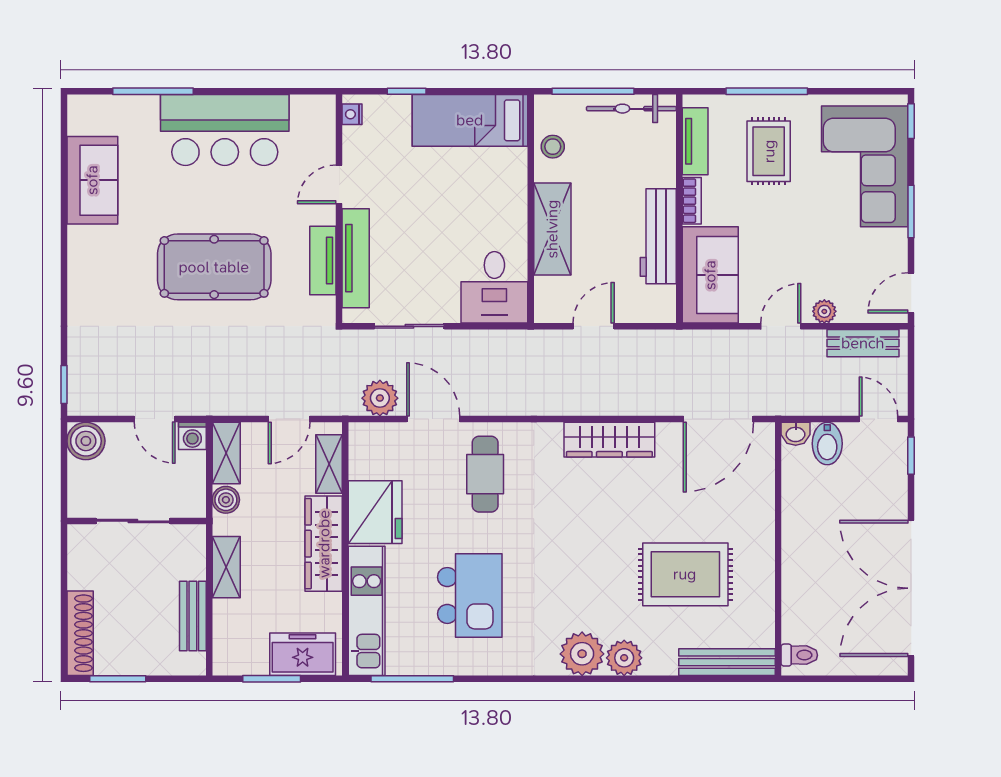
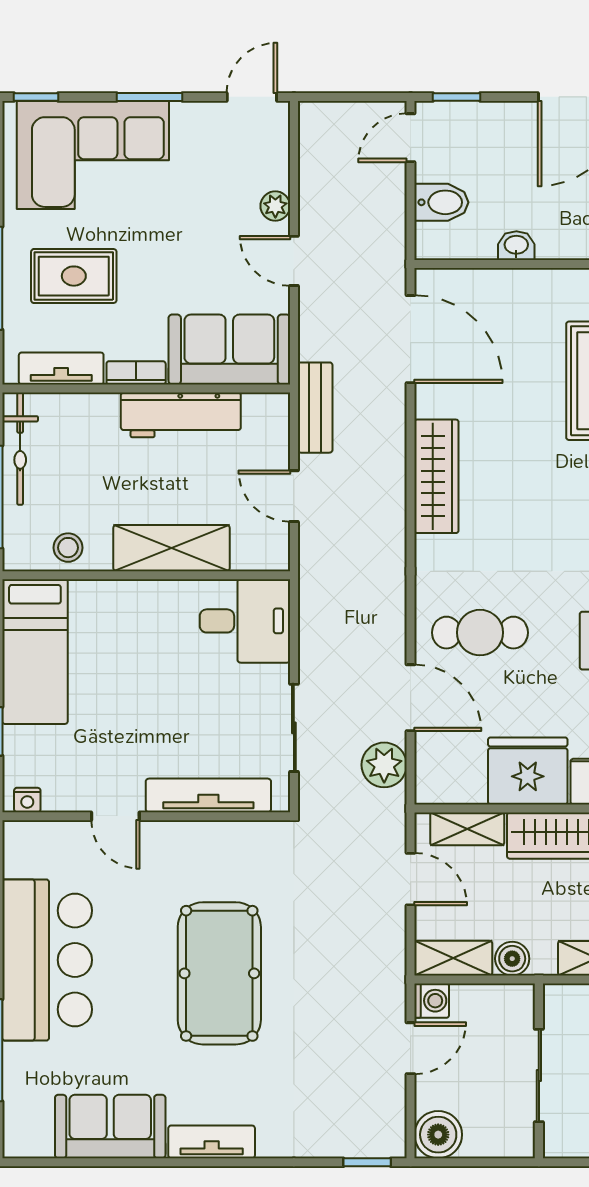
tv unit: (323, 261) -> (212, 1142), moved, turned 180
door: (911, 293) -> (252, 97), swing flipped
bench: (863, 343) -> (315, 408), moved
door: (433, 419) -> (411, 698), swing flipped
washbasin: (796, 434) -> (516, 246), moved, turned -90

